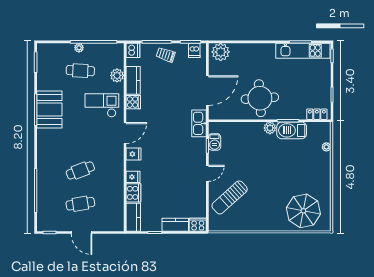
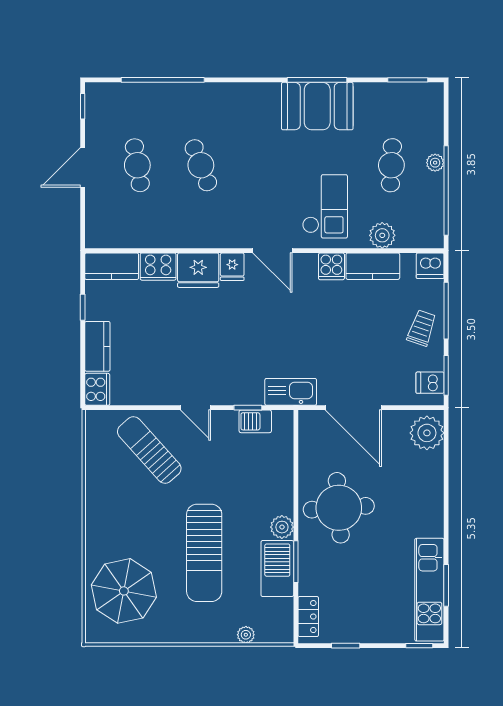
sun lounger: (283, 169) -> (204, 553), added
fridge: (133, 177) -> (198, 270), width x1.88, depth x1.34

